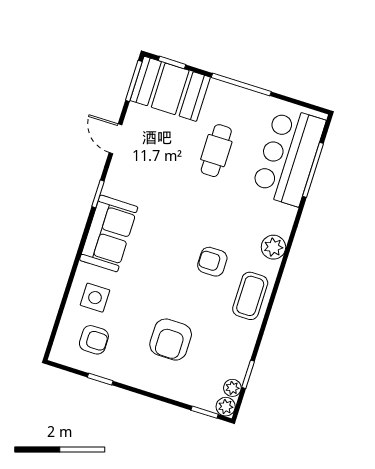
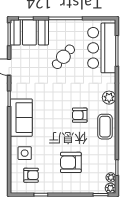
cafe table: (216, 151) -> (63, 57), turned 41
armchair: (171, 340) -> (71, 162), turned 90

